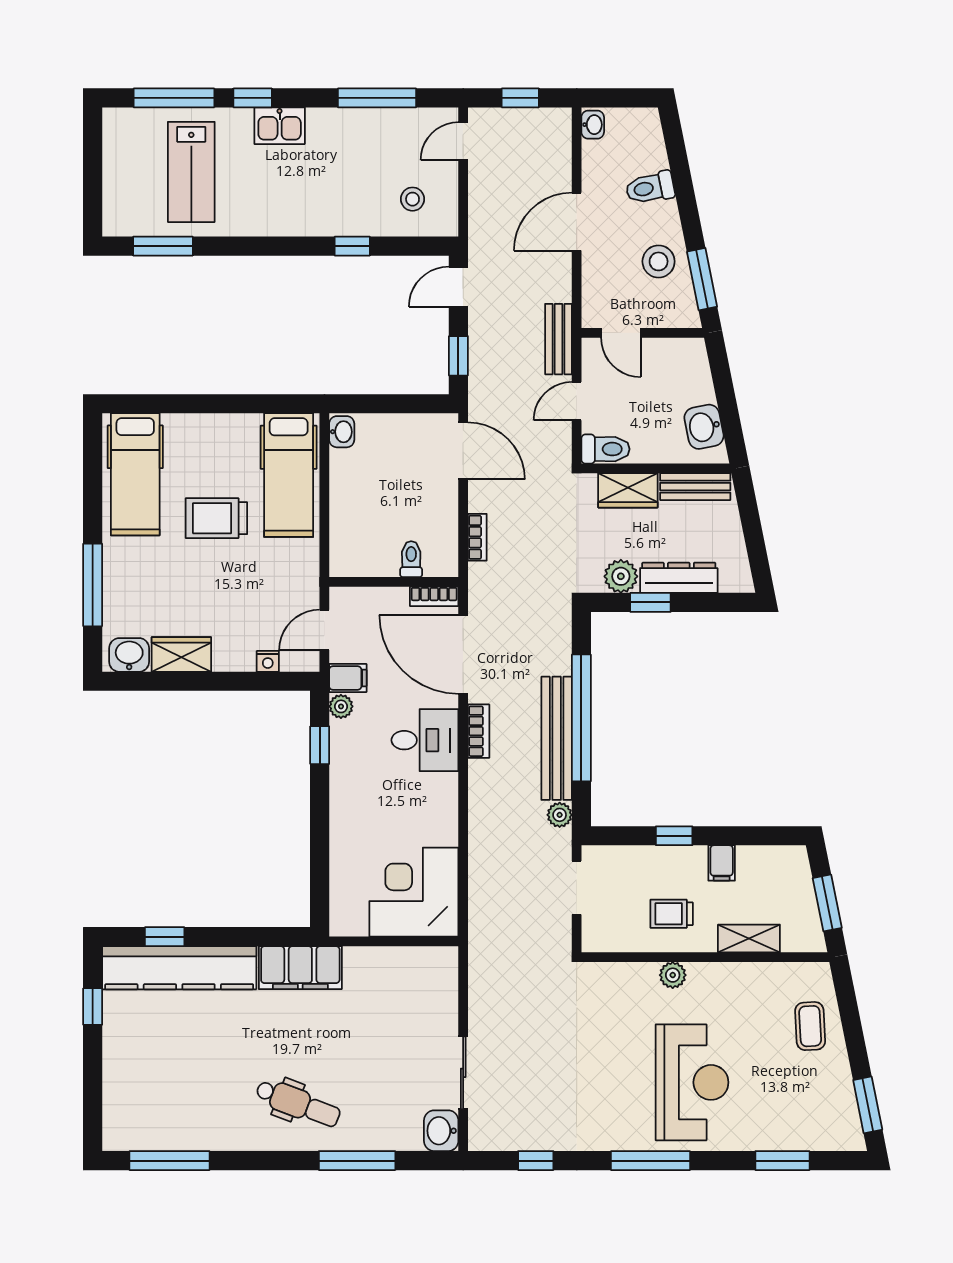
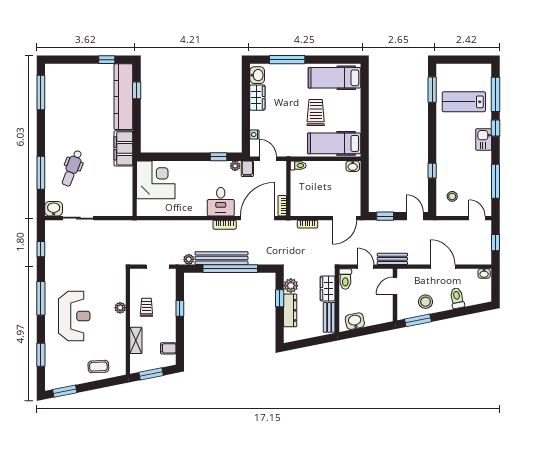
toilet: (411, 559) -> (298, 165), moved
filing cabinet: (722, 863) -> (168, 348), moved
corner desk: (414, 892) -> (156, 180), moved
reception desk: (692, 1082) -> (74, 316), turned -90
dental chair: (298, 1103) -> (72, 168), moved

